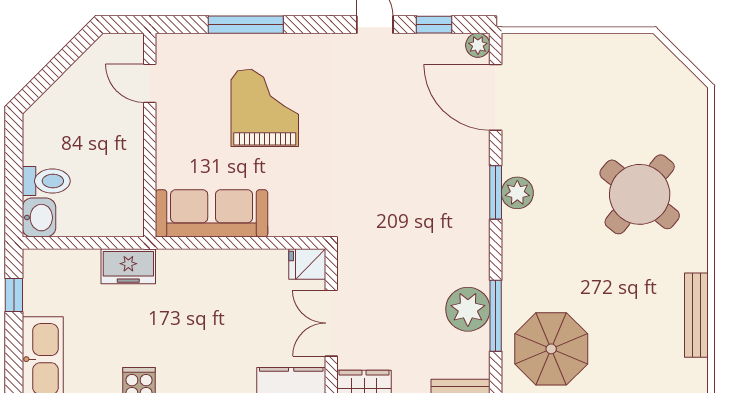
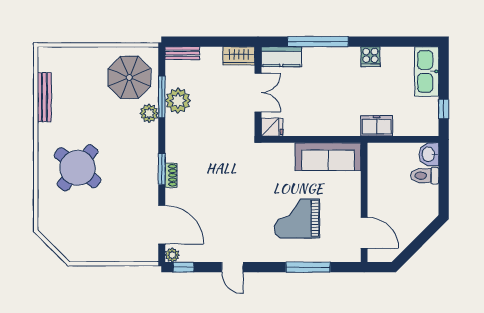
window: (434, 25) -> (184, 267), moved
door: (150, 83) -> (364, 233), width x1.38
grand piano: (265, 108) -> (297, 218), turned 90
shoe rack: (480, 182) -> (171, 175), added
plant: (517, 193) -> (149, 113), moved

